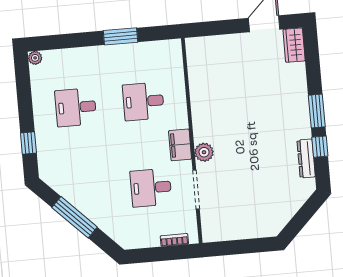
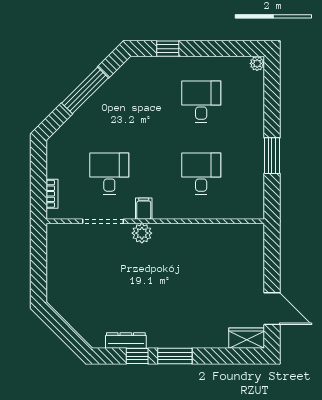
filing cabinet: (180, 145) -> (144, 209), width x0.50

